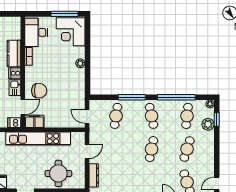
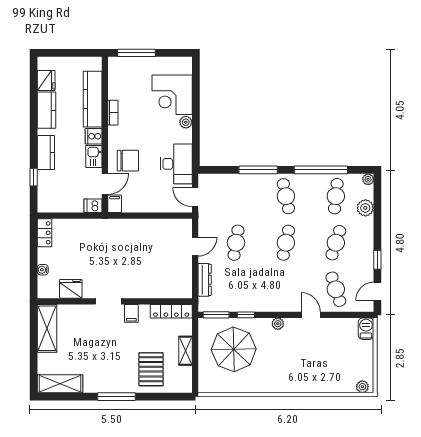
window: (65, 14) -> (136, 53), moved
desk: (36, 32) -> (176, 164), moved, turned 180
corner desk: (71, 32) -> (172, 95), moved
kitchen counter: (14, 53) -> (93, 99), width x1.50
cafe table: (116, 116) -> (236, 243), moved
window: (217, 120) -> (377, 260), moved
filing cabinet: (34, 121) -> (115, 204), width x0.50
kitchen unit: (38, 139) -> (126, 228), removed
round table: (58, 173) -> (155, 277), removed

